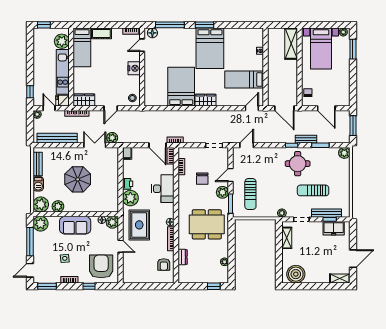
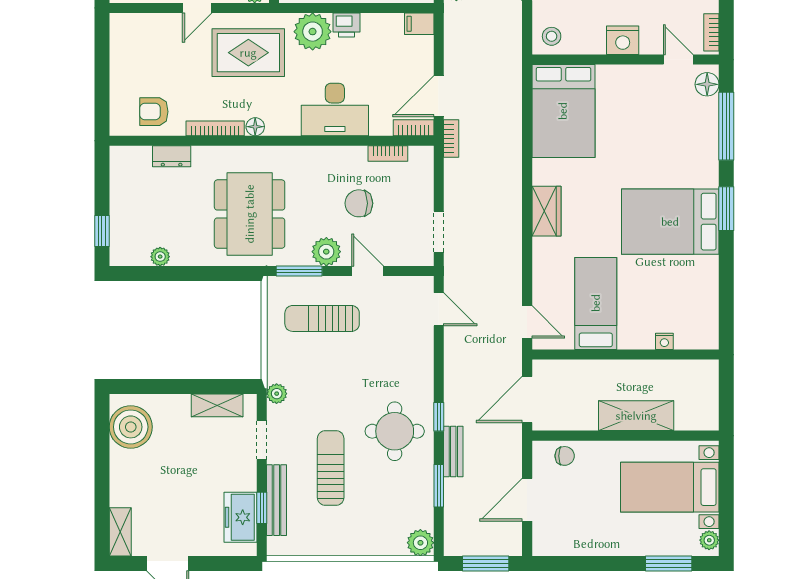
shelving: (291, 44) -> (636, 416), moved
bed: (181, 87) -> (563, 111), moved, turned 90

